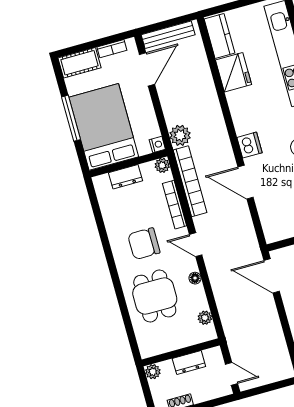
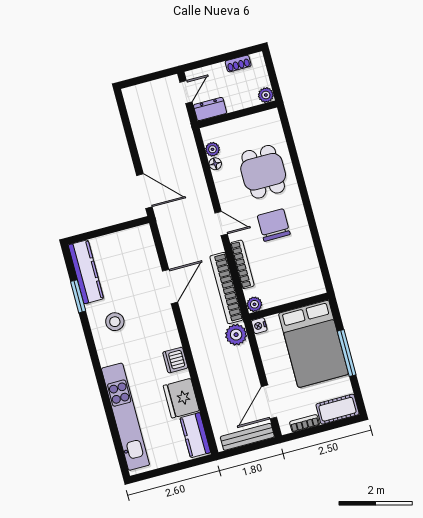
dishwasher: (250, 145) -> (175, 360), moved
dresser: (126, 177) -> (292, 293), removed
door: (246, 182) -> (170, 287), hinge flipped
chair: (144, 244) -> (274, 225), turned -90
floor lamp: (195, 278) -> (215, 164), moved
dresser: (189, 363) -> (210, 109), moved
door: (231, 374) -> (186, 92), swing flipped

